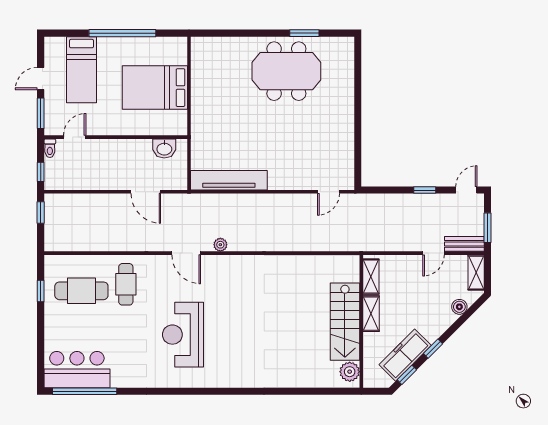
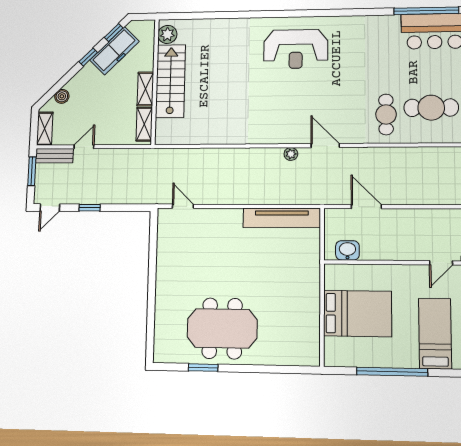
door: (328, 192) -> (183, 206), hinge flipped
reception desk: (183, 335) -> (296, 49), moved, turned 90

